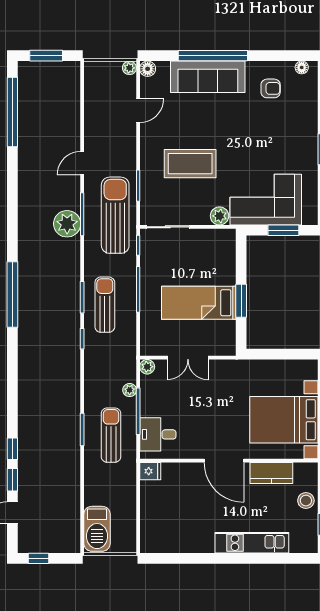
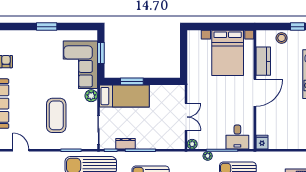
dresser: (148, 267) -> (125, 144), added
window: (241, 301) -> (132, 81), moved
bed: (199, 303) -> (124, 96), moved, turned -90

